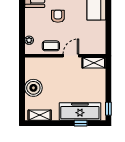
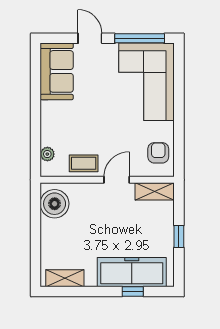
armchair: (58, 16) -> (158, 153), moved
boiler: (33, 88) -> (55, 204), moved
window: (108, 109) -> (179, 236), moved

